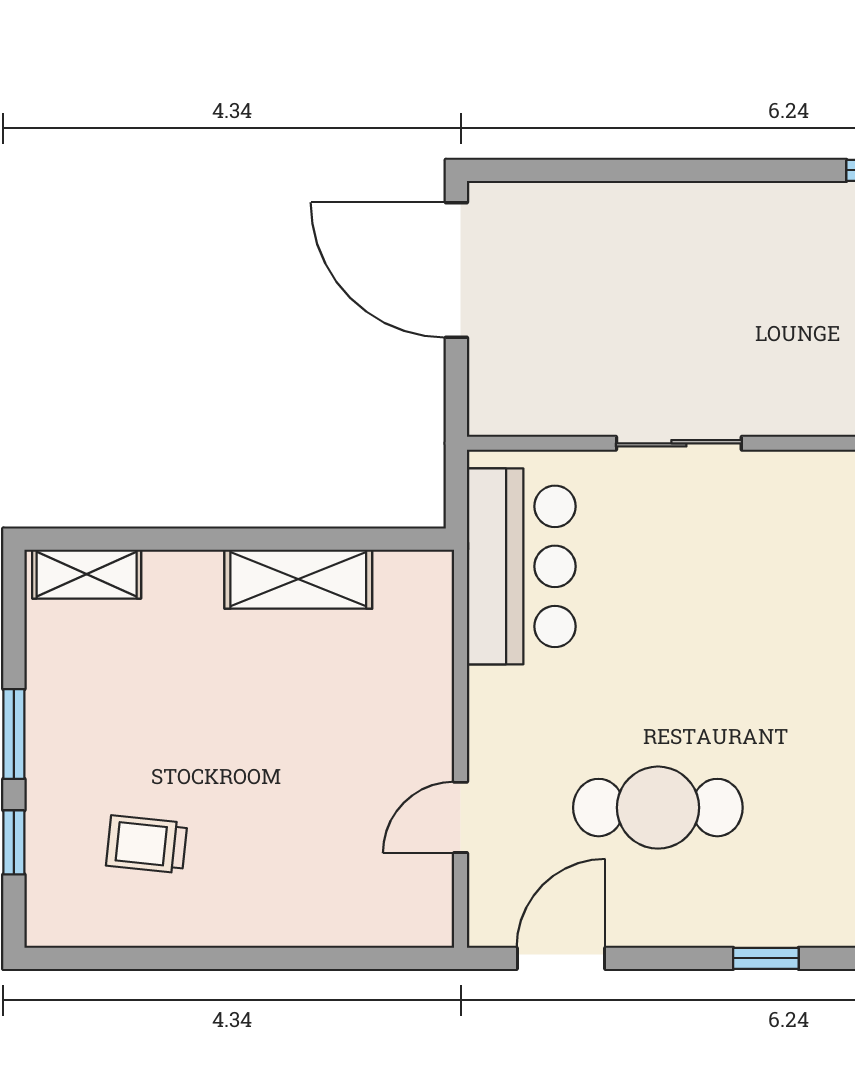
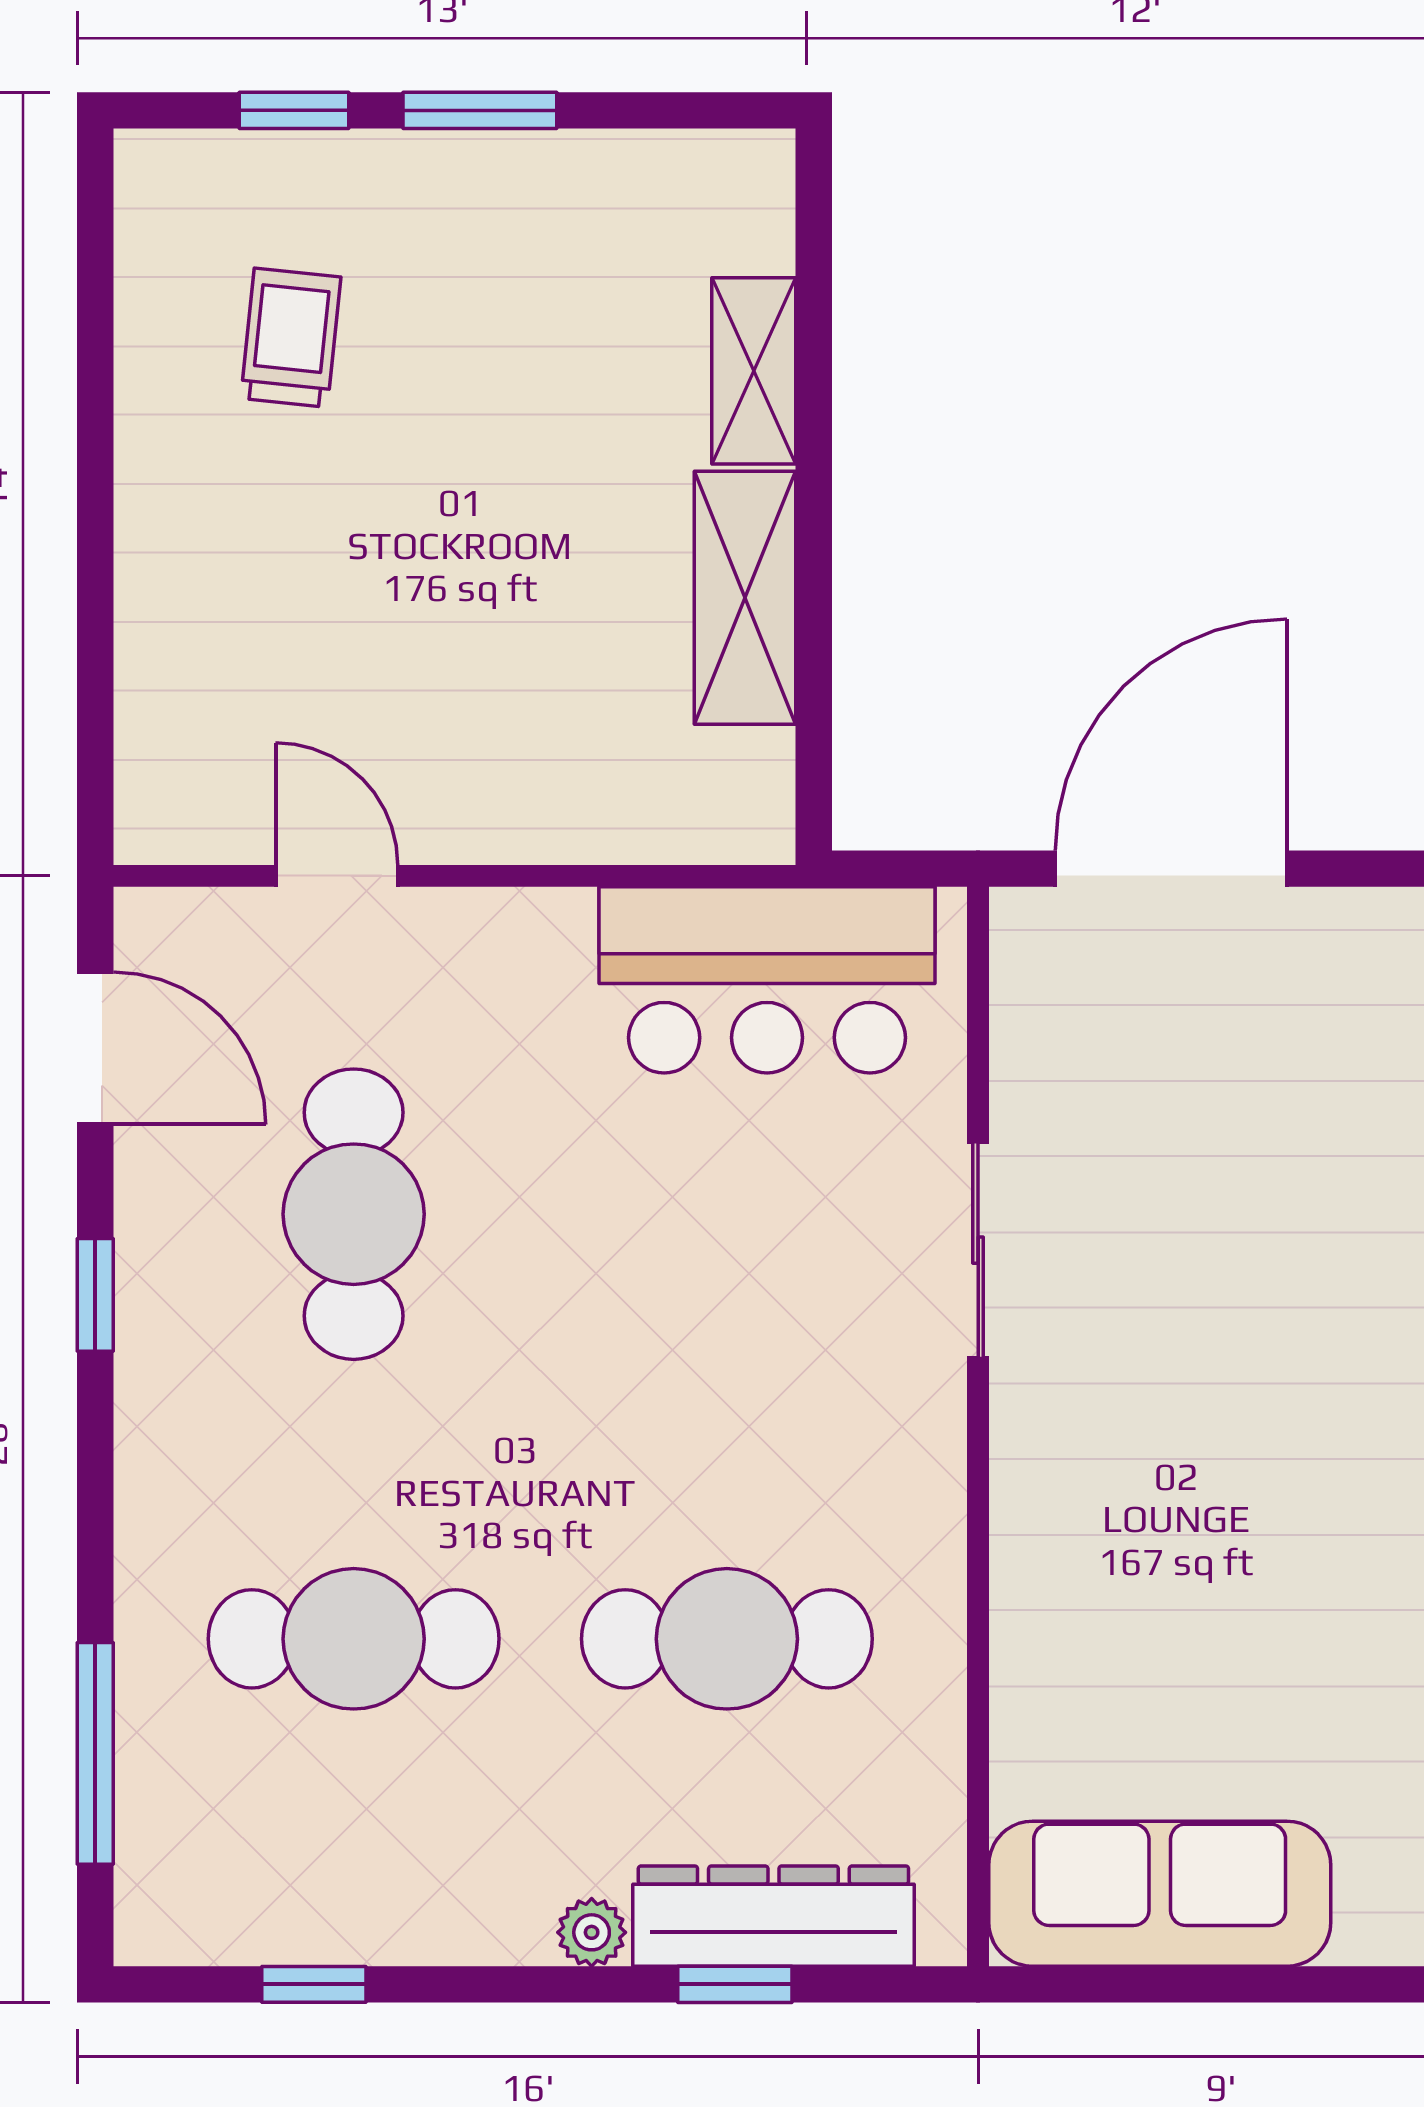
door: (456, 270) -> (1171, 869), moved
shelving: (87, 574) -> (754, 371), moved
window: (766, 958) -> (95, 1295), moved

